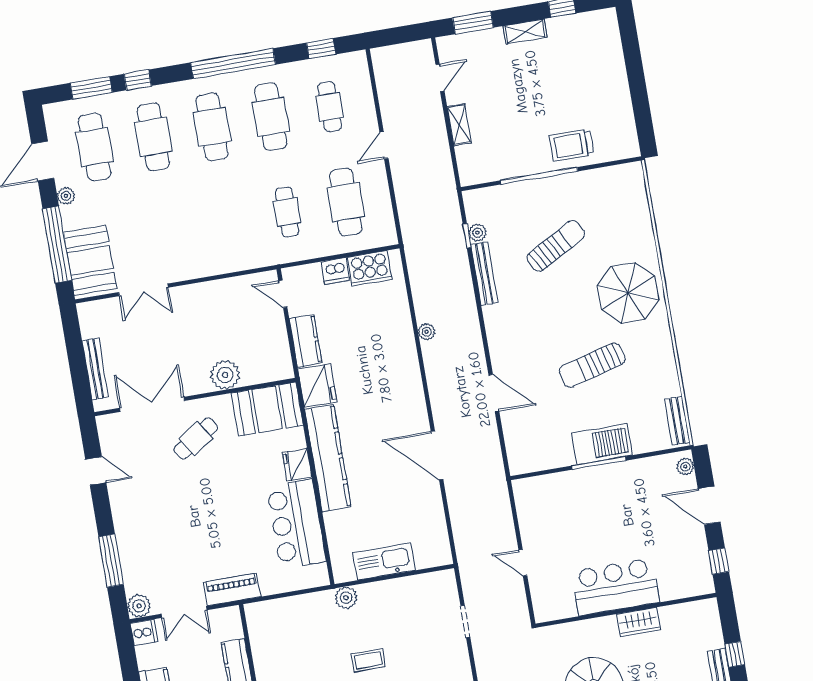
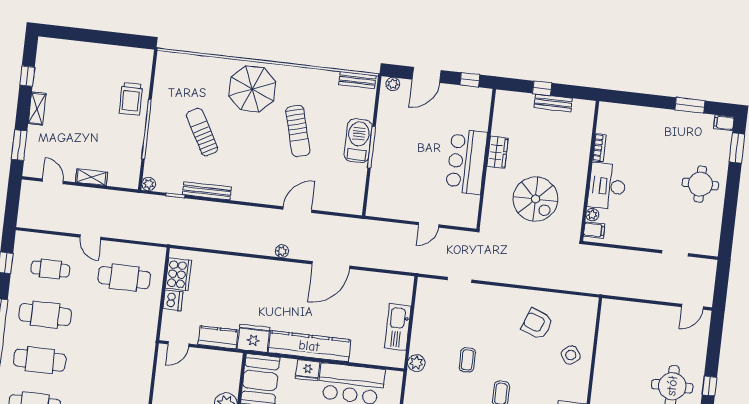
cafe table: (287, 212) -> (119, 323), removed
plant: (477, 233) -> (149, 184), moved
plant: (427, 332) -> (282, 251), moved

